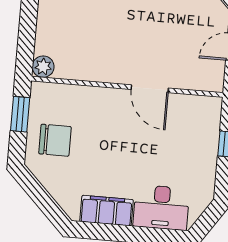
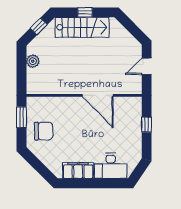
plant: (43, 67) -> (33, 61), moved
door: (150, 89) -> (98, 95), width x1.36

